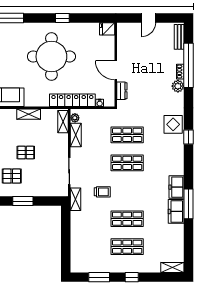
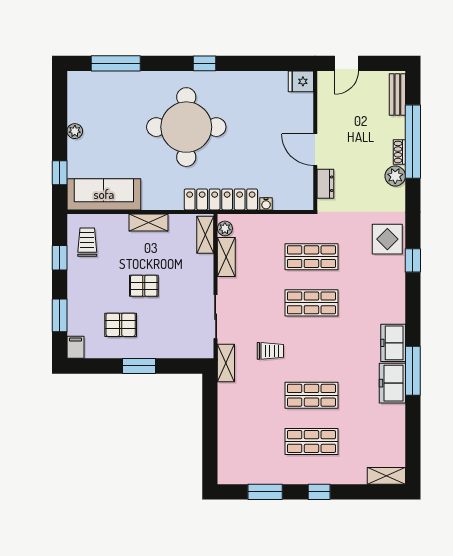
fridge: (107, 29) -> (301, 81), moved
wall: (116, 65) -> (315, 140), moved
door: (116, 70) -> (315, 150), moved
dresser: (122, 91) -> (325, 184), moved

